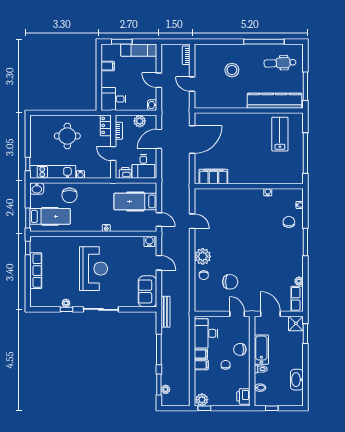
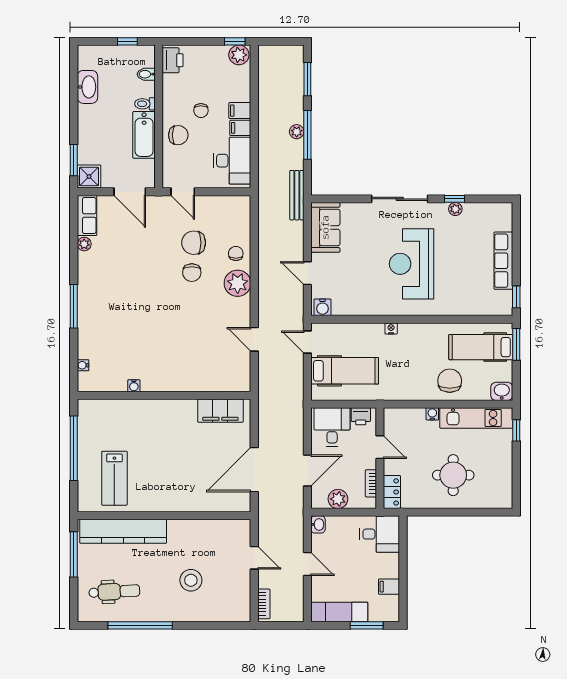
chair: (289, 222) -> (192, 273), moved
plant: (166, 389) -> (297, 132), moved

